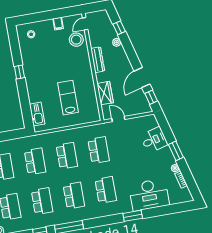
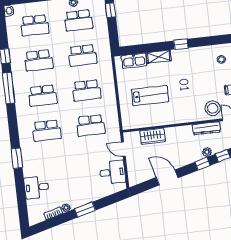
dresser: (98, 60) -> (206, 128), moved
shelving: (32, 92) -> (159, 57), added
window: (151, 97) -> (202, 164), moved
door: (118, 119) -> (123, 149), swing flipped
desk: (154, 140) -> (112, 172), moved, turned -75
desk: (149, 195) -> (36, 187), width x0.53, depth x0.77

